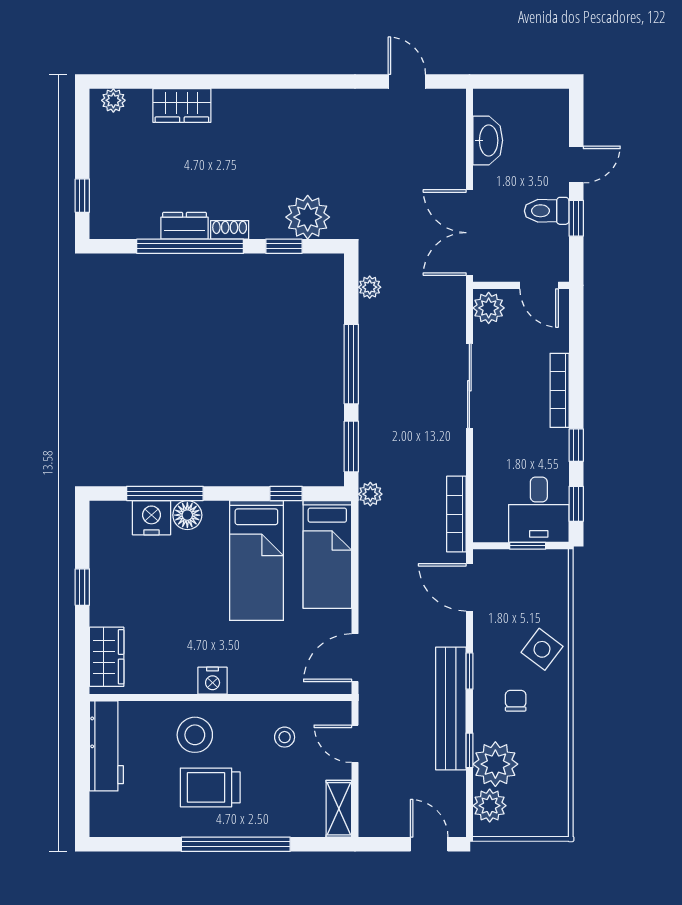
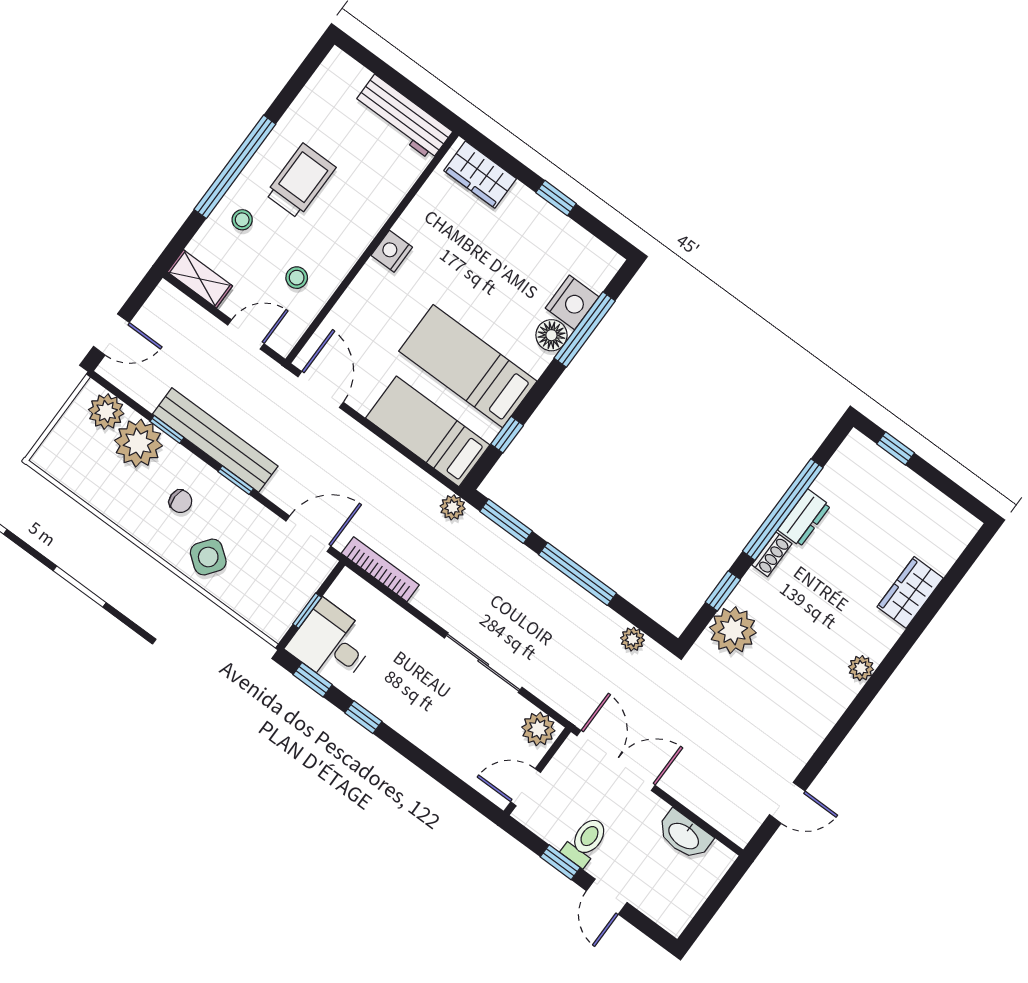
plant: (113, 100) -> (861, 668), moved
bookcase: (560, 390) -> (422, 738), removed
stool: (195, 735) -> (242, 220), moved, width x0.53, depth x0.53

